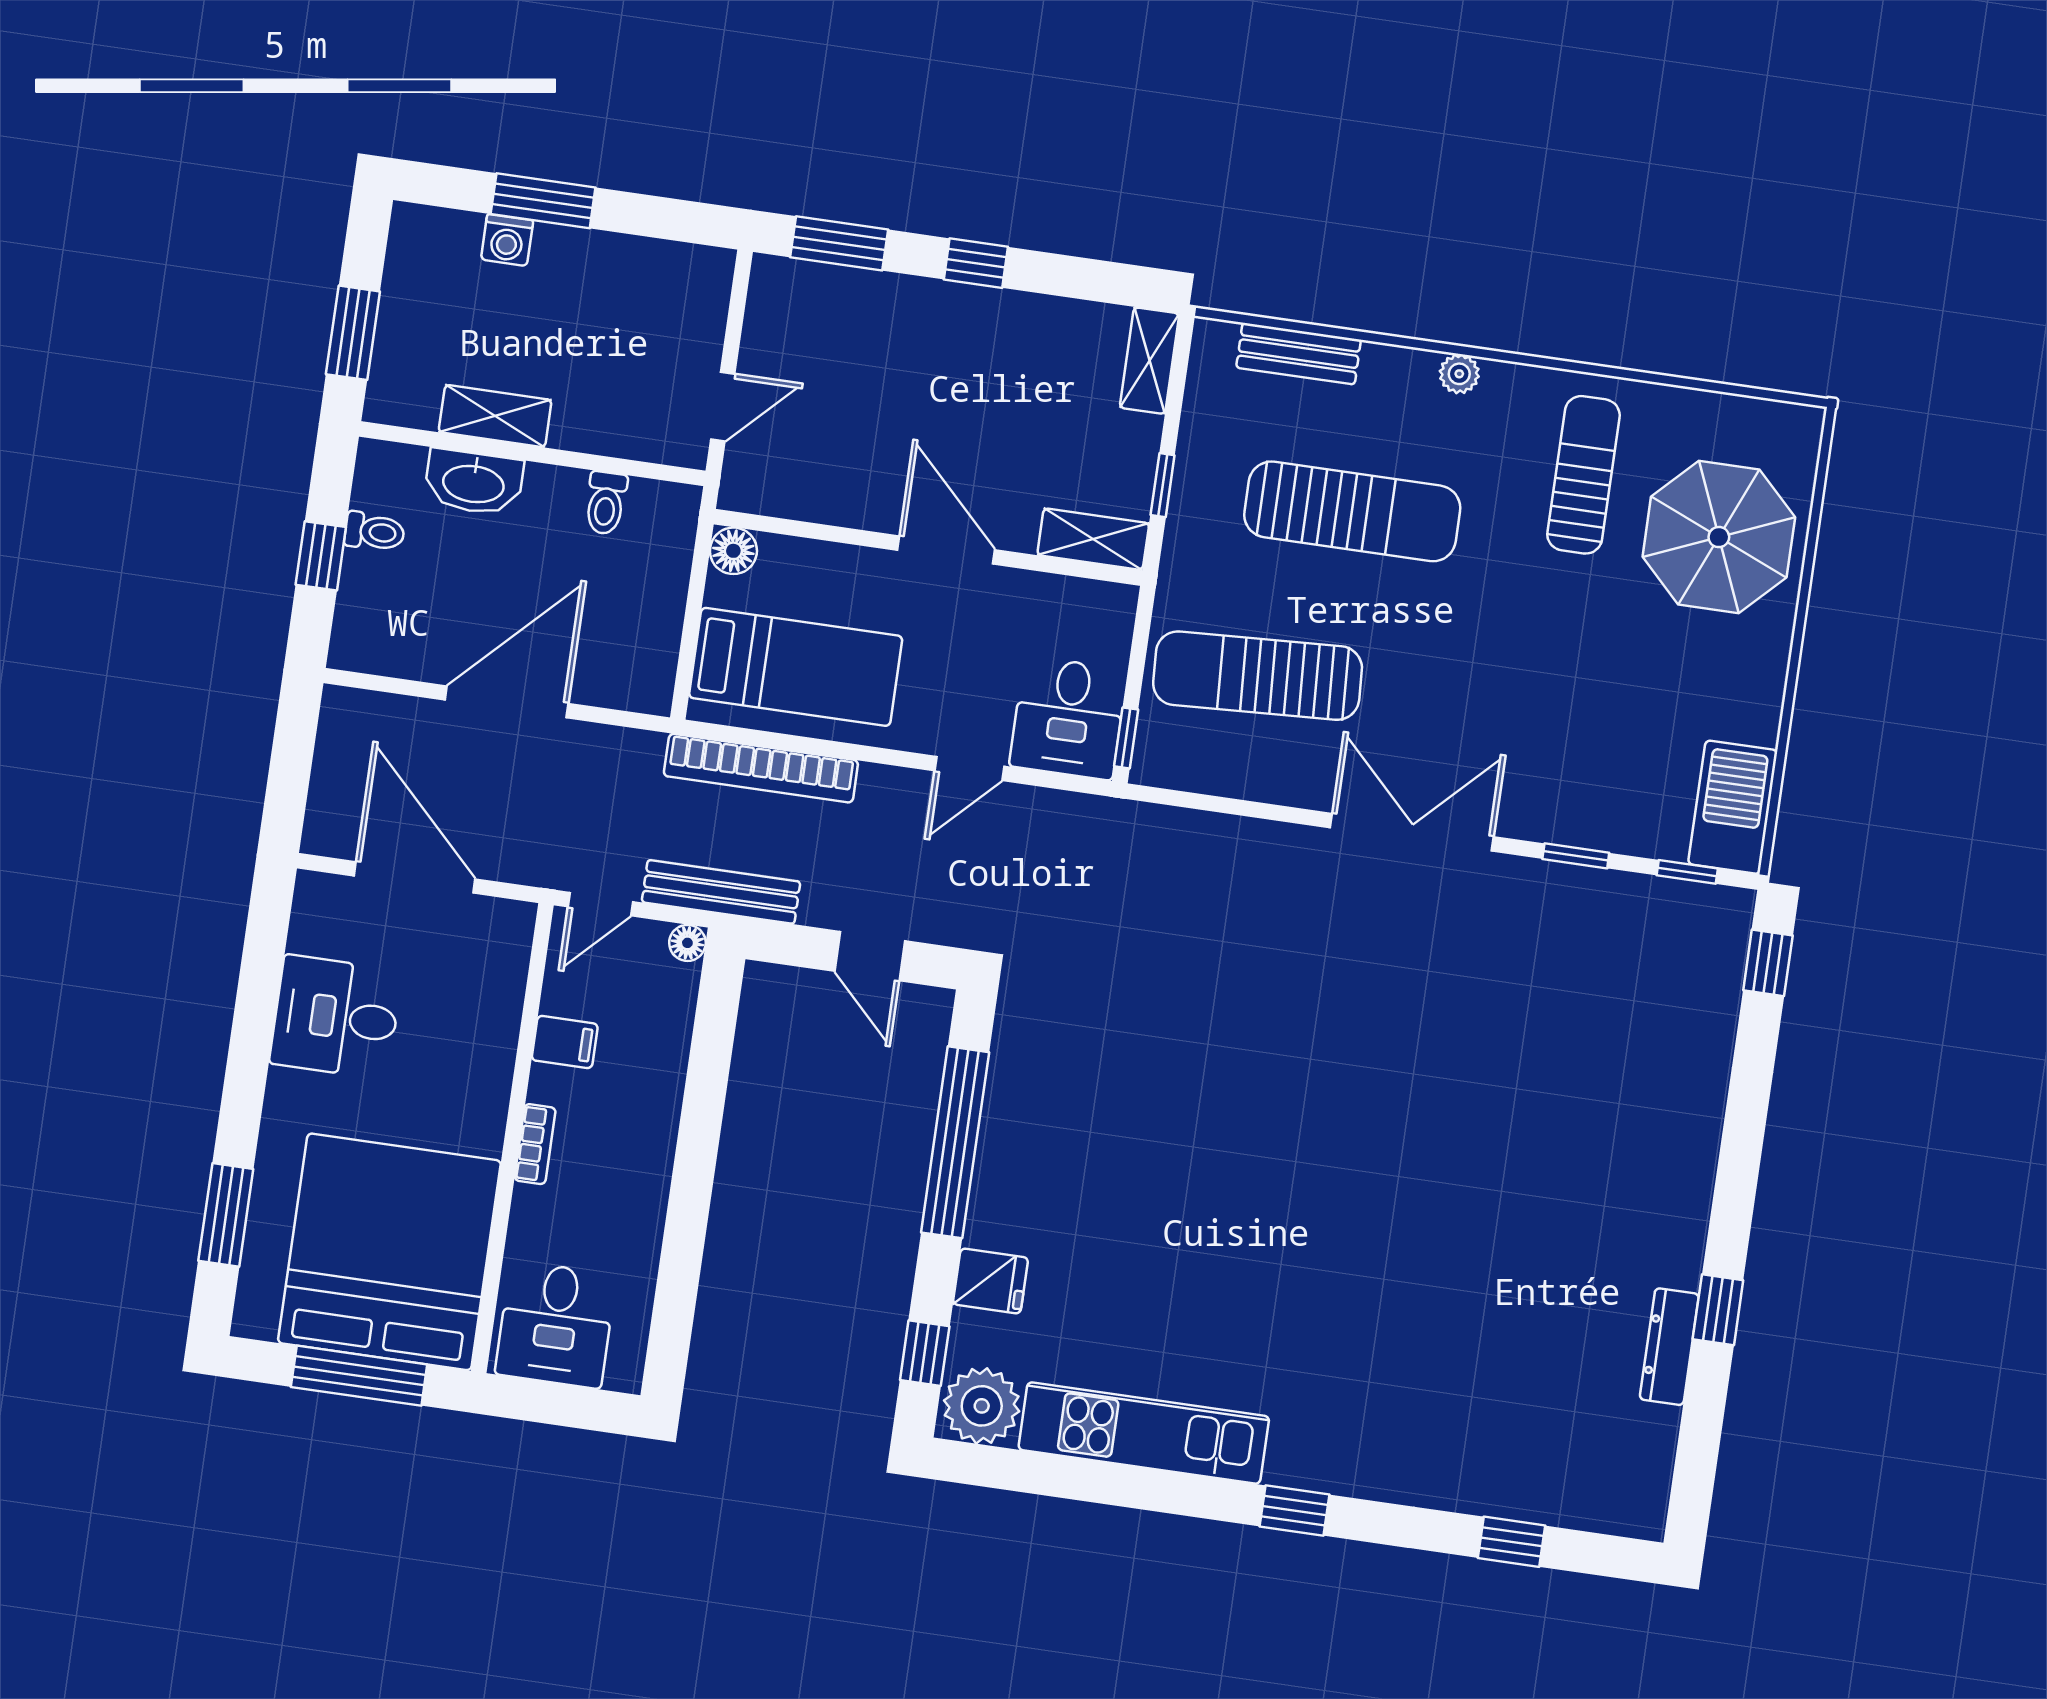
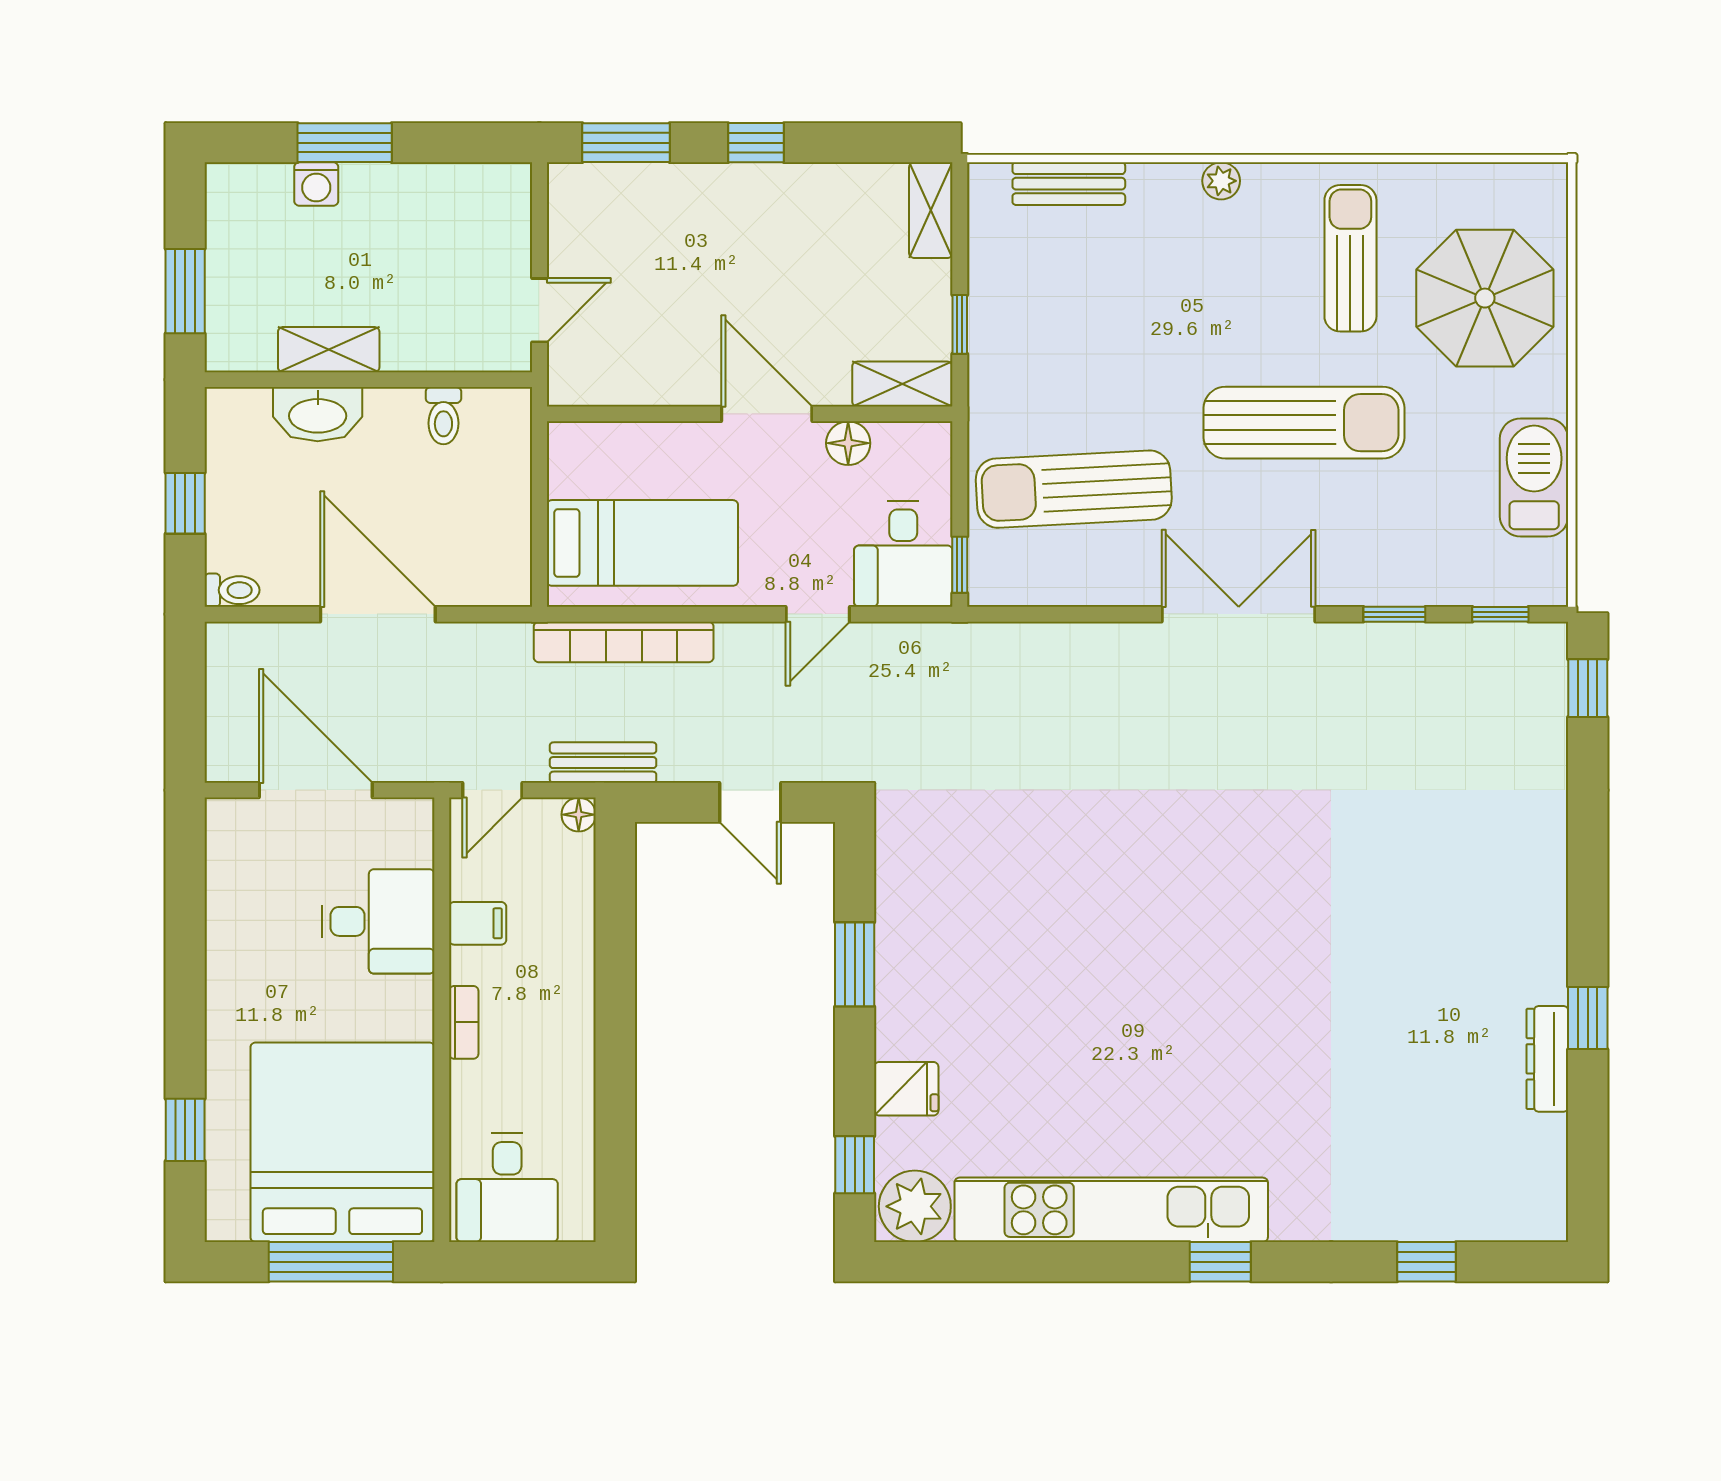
sun lounger: (1352, 511) -> (1304, 423), moved
toilet: (375, 532) -> (232, 590), moved
floor lamp: (733, 551) -> (848, 443), moved
door: (507, 702) -> (378, 614), hinge flipped
barbecue: (1733, 807) -> (1534, 477), moved
bench: (721, 892) -> (603, 763), width x0.73
desk: (336, 1017) -> (378, 921), moved, turned 180
window: (955, 1142) -> (855, 964), width x0.47
window: (226, 1215) -> (185, 1130), width x0.67
kitchen unit: (1144, 1433) -> (1111, 1210), width x1.36

